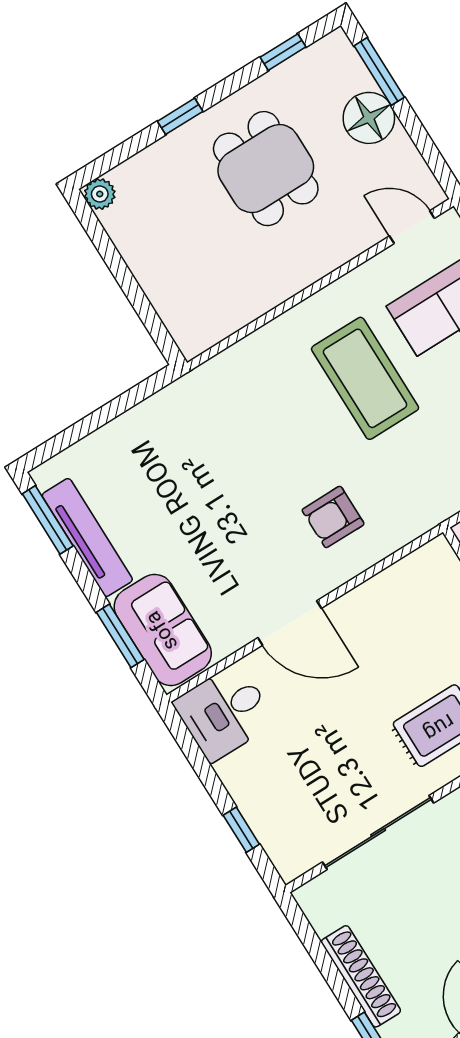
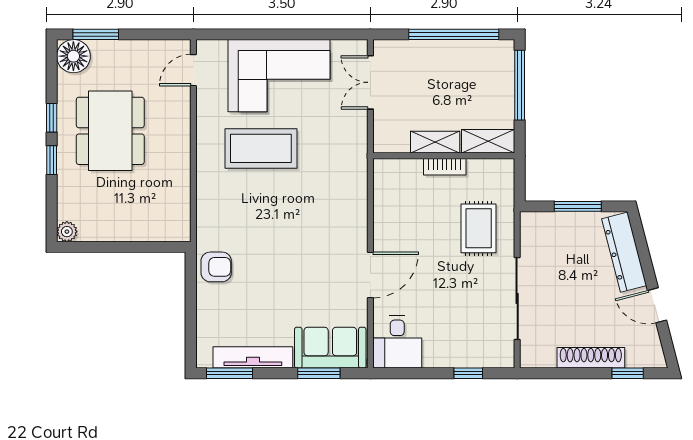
window: (283, 52) -> (52, 118), moved
floor lamp: (369, 118) -> (73, 56), moved
dining table: (266, 169) -> (110, 131), width x1.38
armchair: (333, 517) -> (216, 267), moved, turned -90

